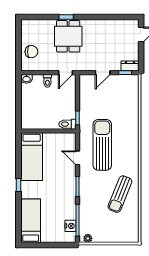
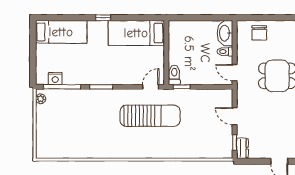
washbasin: (27, 79) -> (225, 33), width x1.91, depth x1.45
door: (77, 158) -> (151, 87), moved
sun lounger: (120, 194) -> (92, 136), removed

